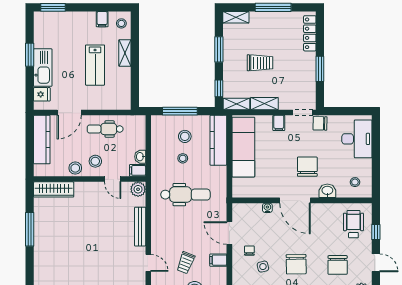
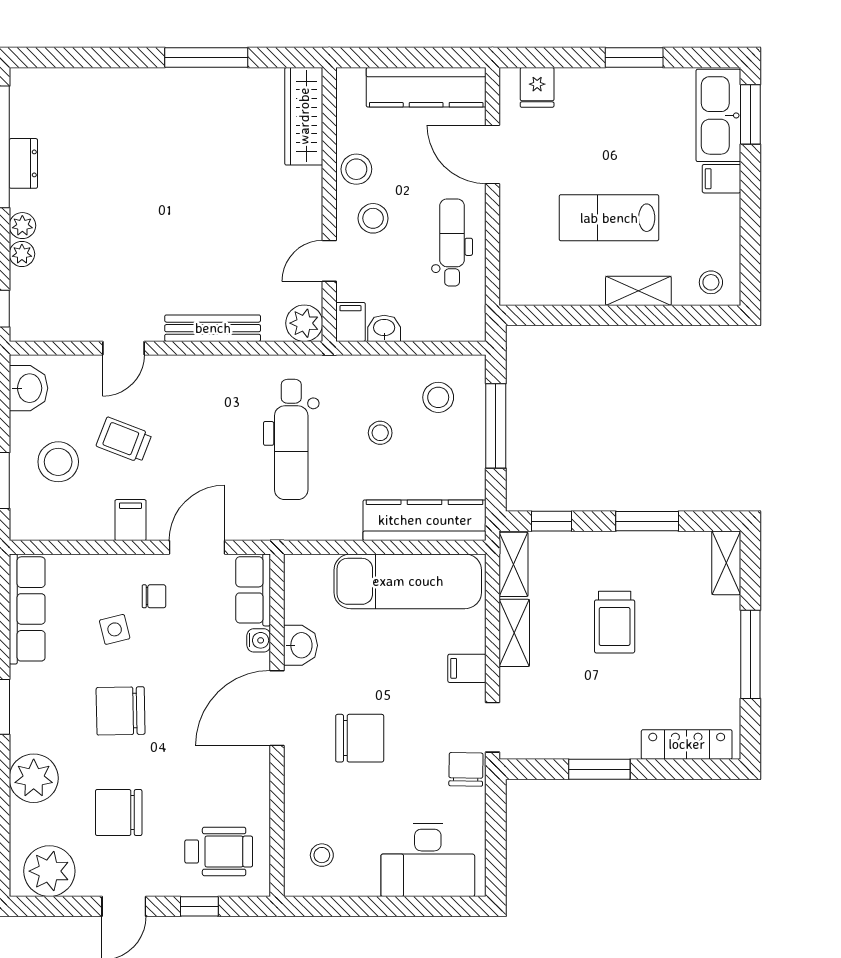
filing cabinet: (102, 19) -> (722, 179), moved
kitchen sink: (43, 68) -> (718, 115), moved, turned 90
stool: (185, 136) -> (438, 397), moved
washbasin: (327, 191) -> (300, 645), moved
row of seats: (247, 210) -> (253, 590), added

